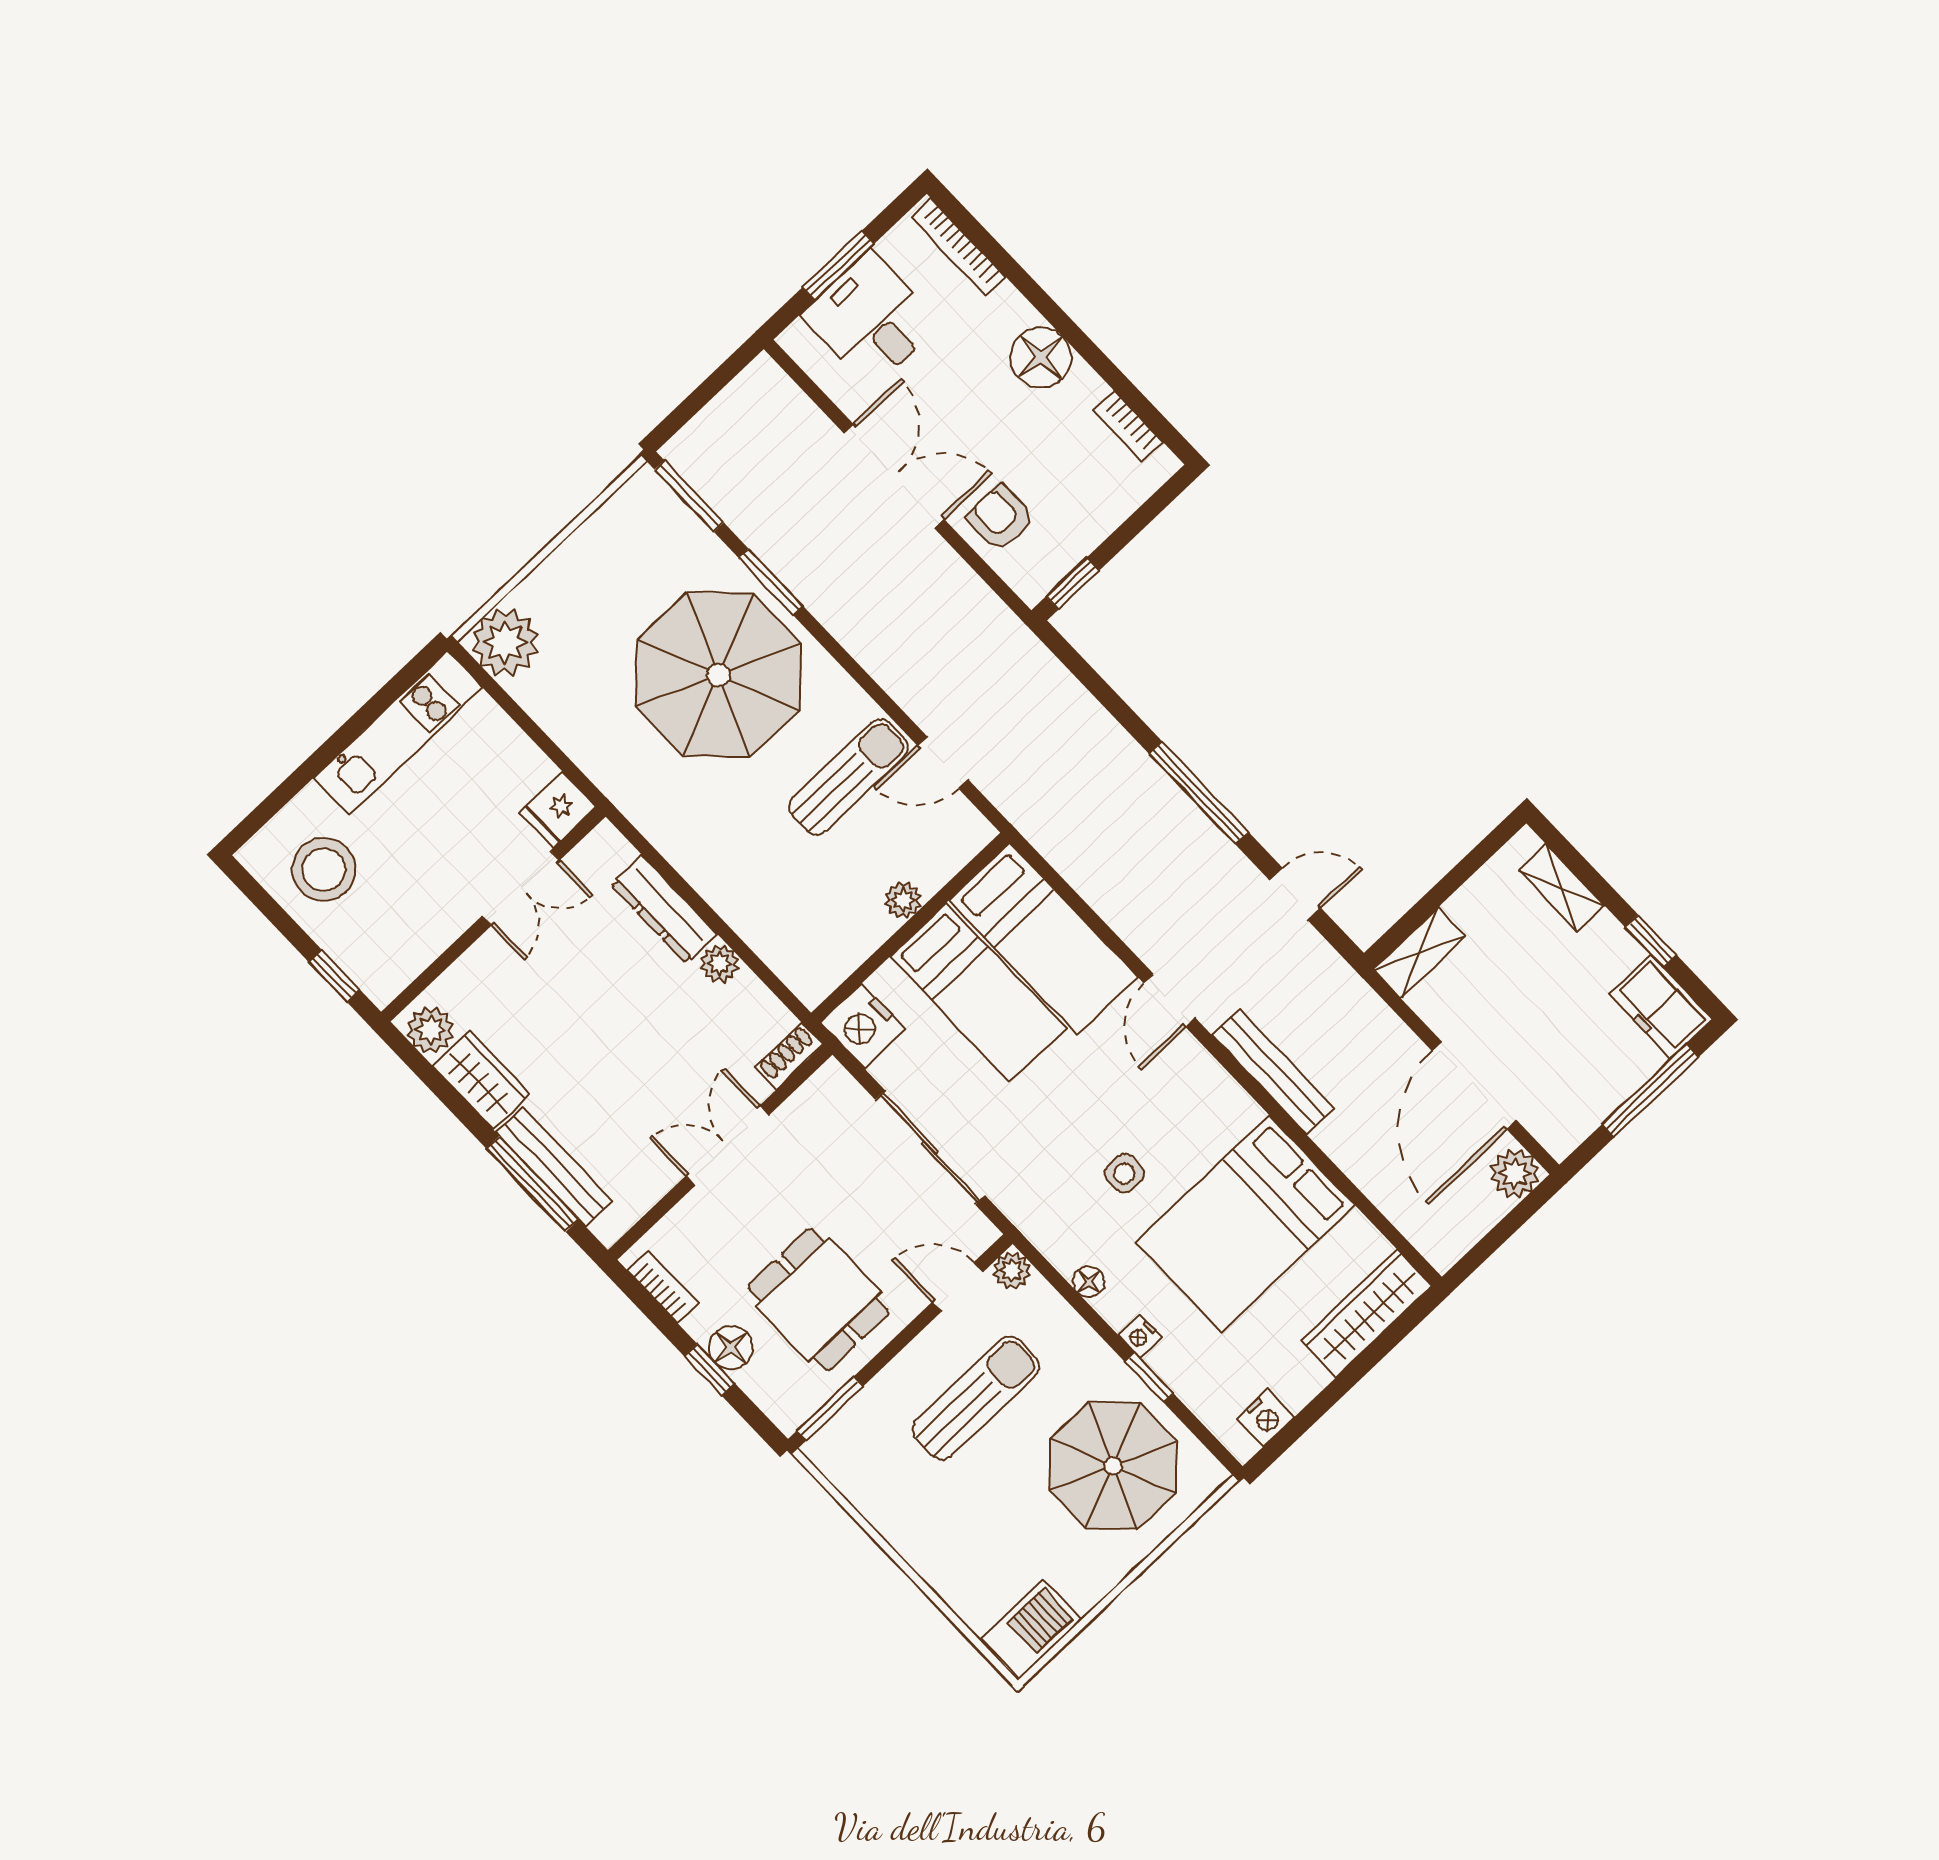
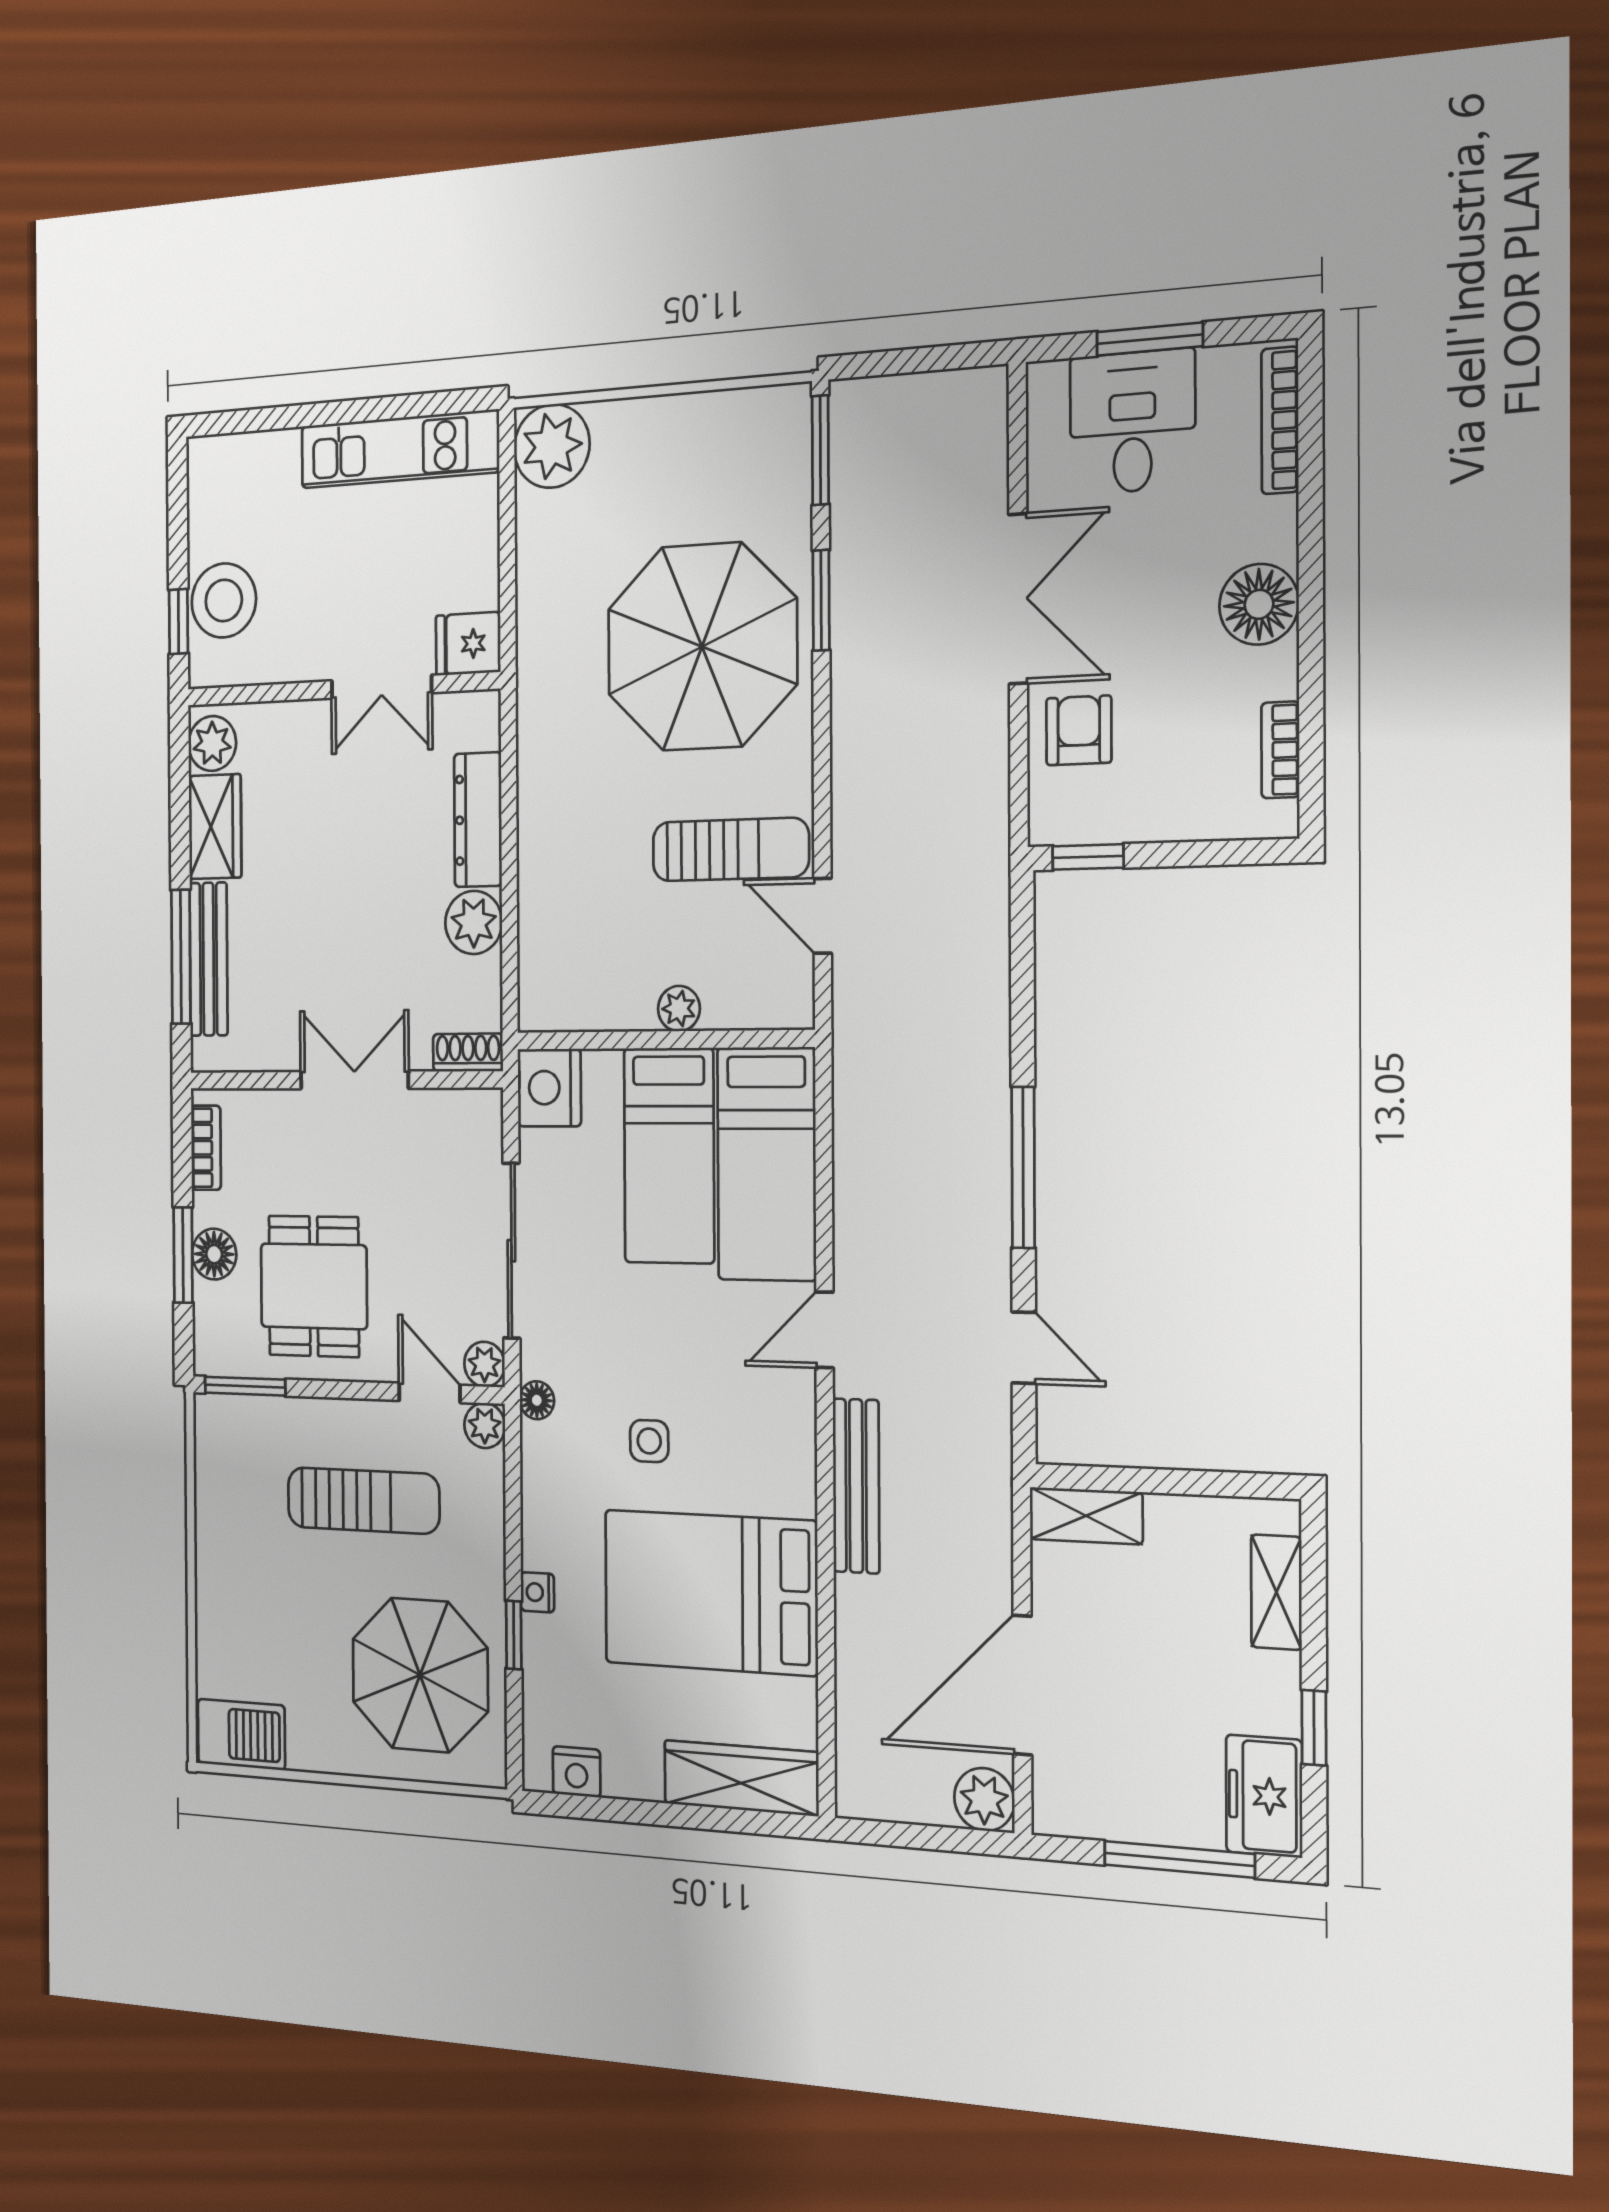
stool: (324, 869) -> (224, 600), moved
plant: (720, 964) -> (474, 922), width x1.38, depth x1.38
plant: (977, 1234) -> (484, 1364), added
floor lamp: (1089, 1282) -> (537, 1400), moved
window: (709, 1370) -> (183, 1255), width x1.50

